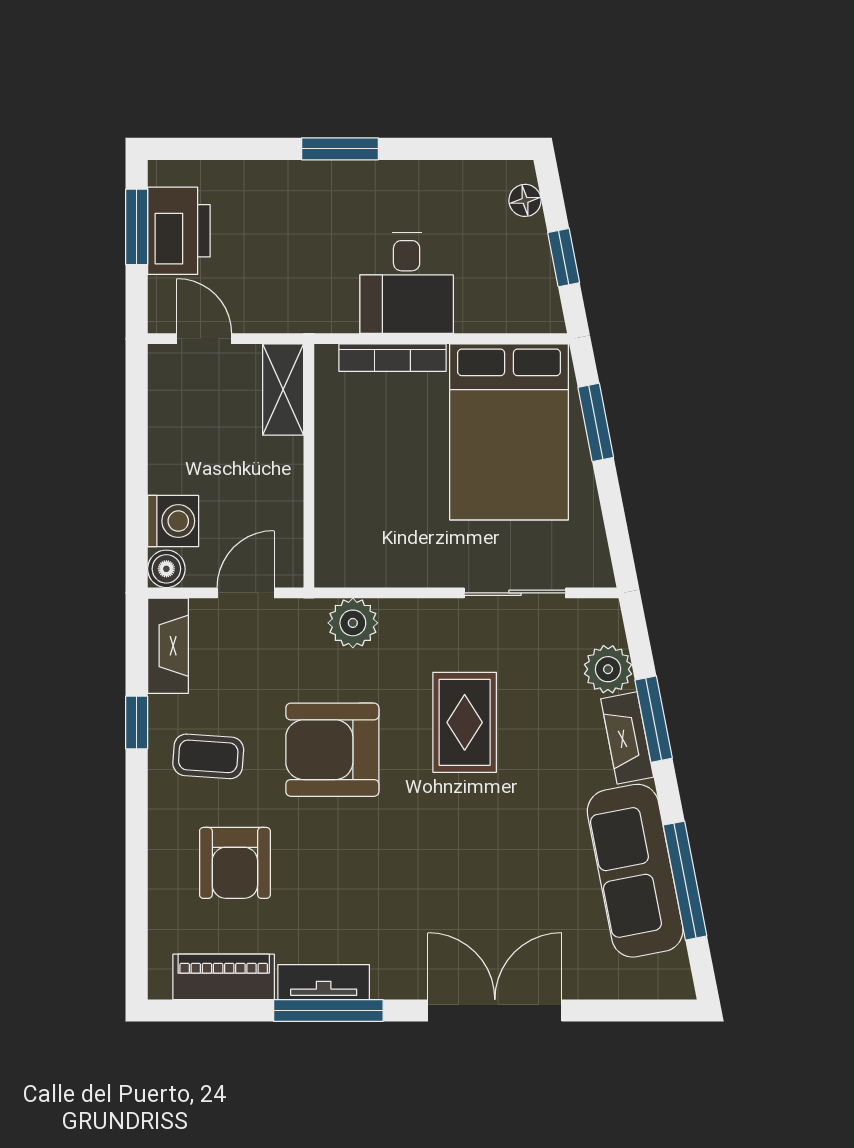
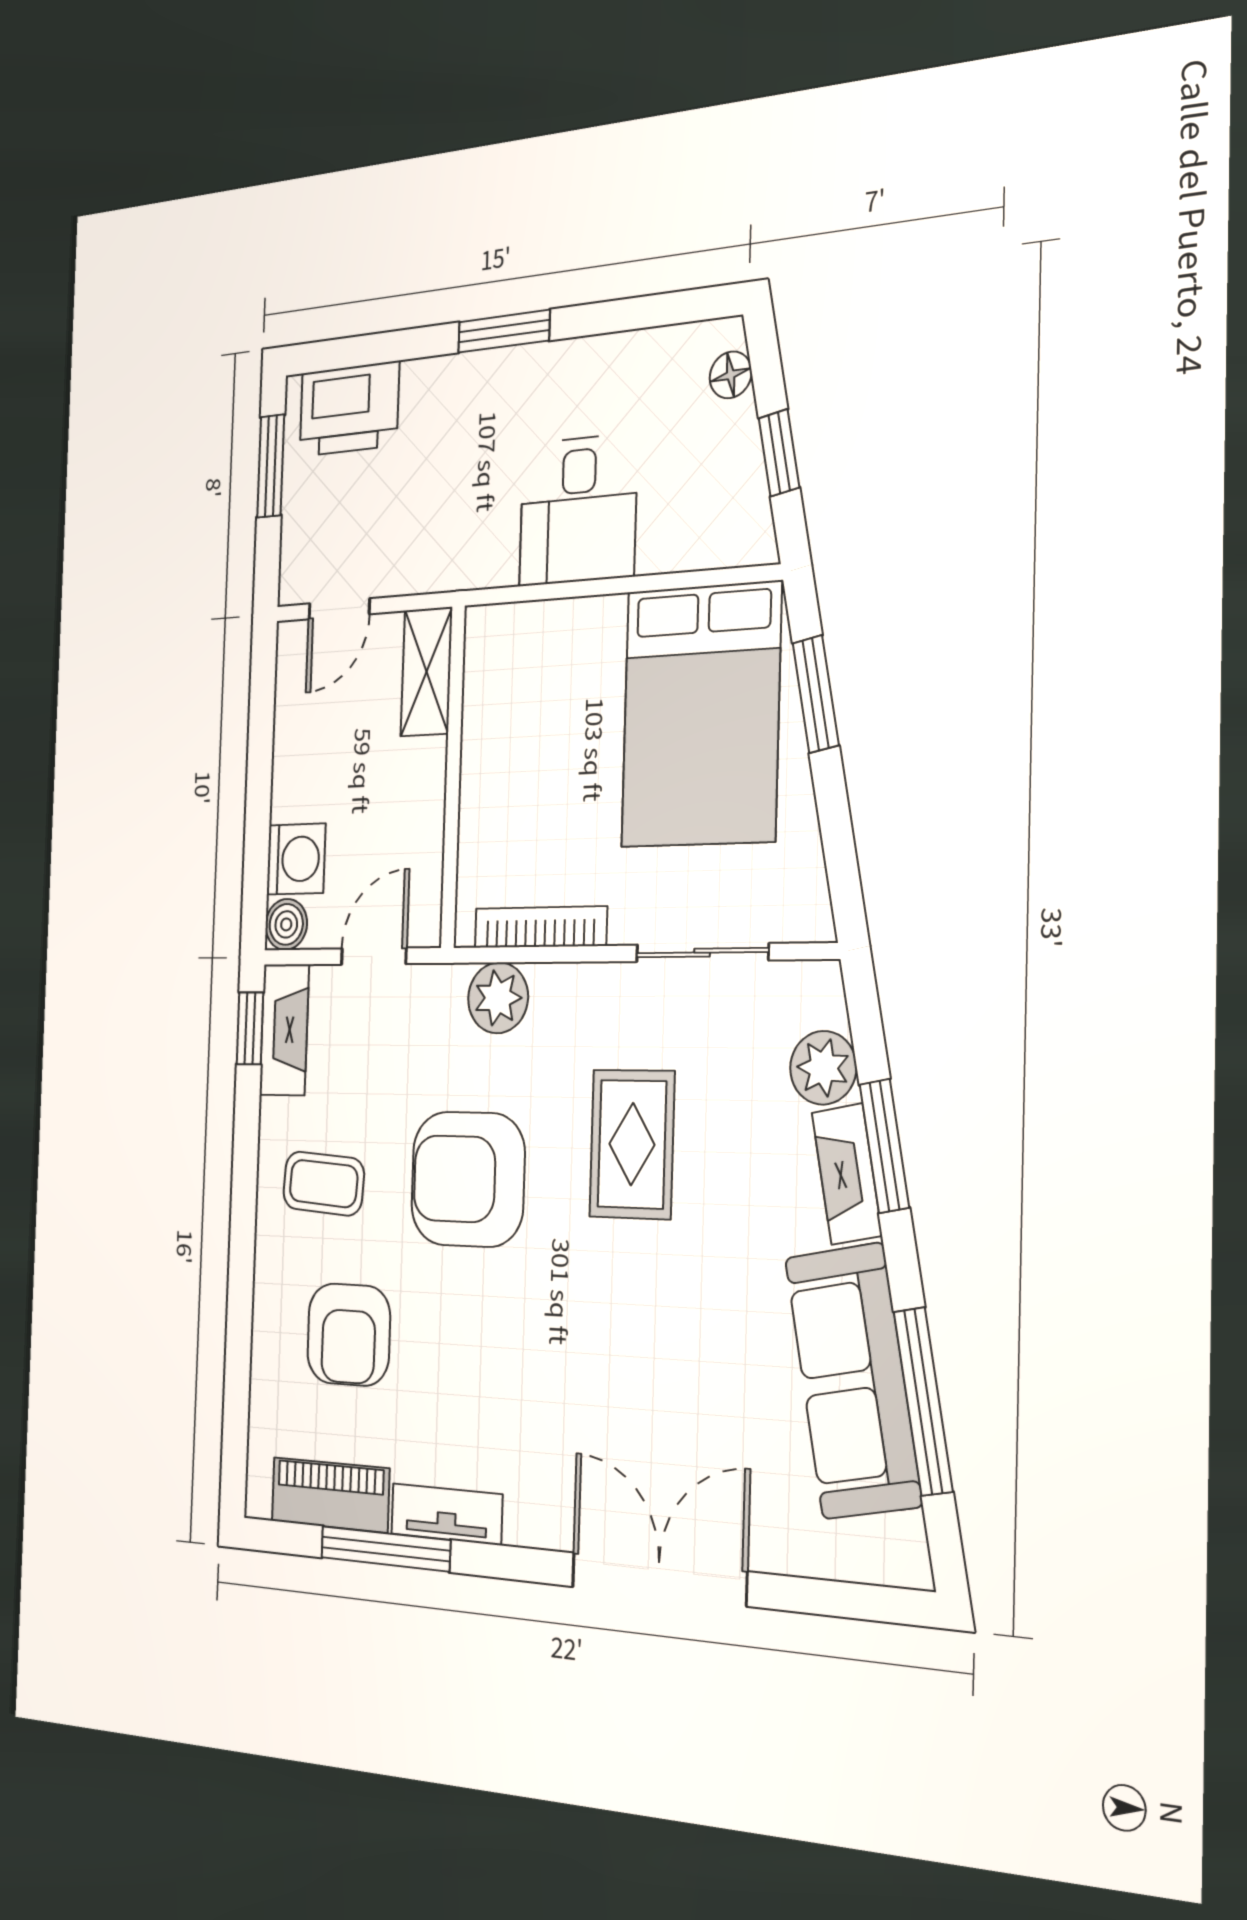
printer: (179, 231) -> (349, 409), moved, turned 90
door: (204, 339) -> (339, 609), swing flipped
bookcase: (392, 358) -> (540, 927), moved, turned 180
window: (137, 723) -> (250, 1028), moved
window: (328, 1010) -> (385, 1549), moved

